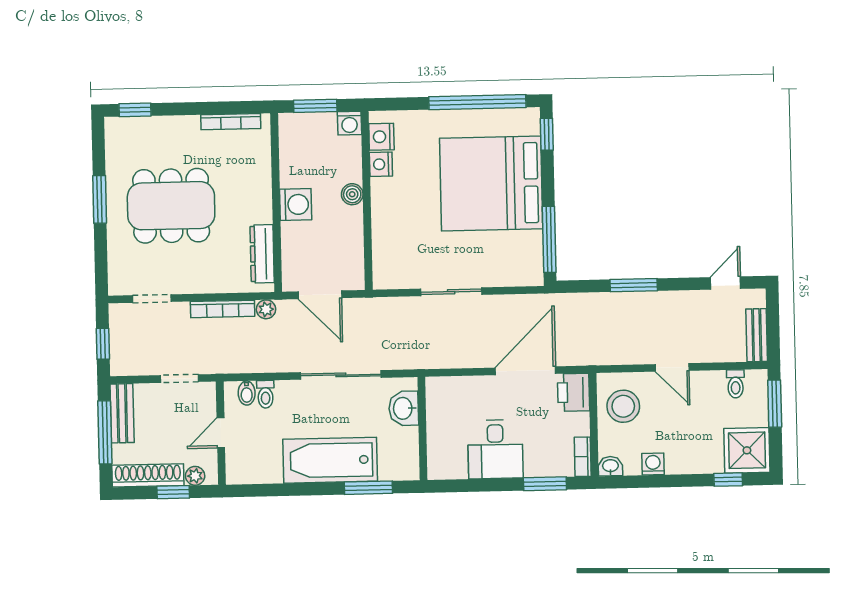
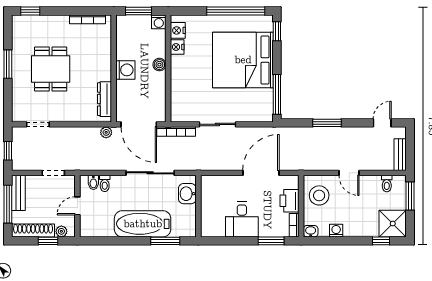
dining table: (171, 206) -> (51, 69), width x0.73
door: (320, 295) -> (139, 124), width x1.36
bookcase: (223, 309) -> (176, 132), moved
printer: (574, 392) -> (289, 201), moved

